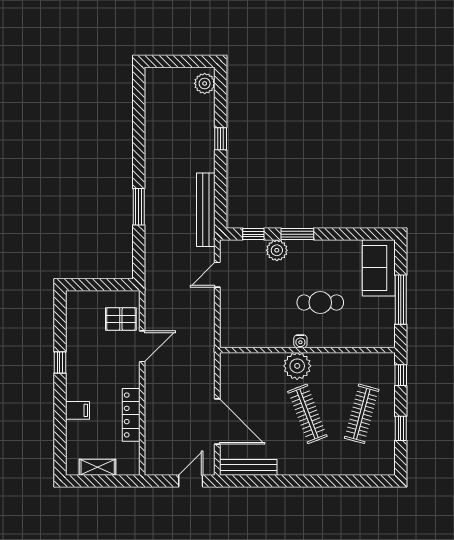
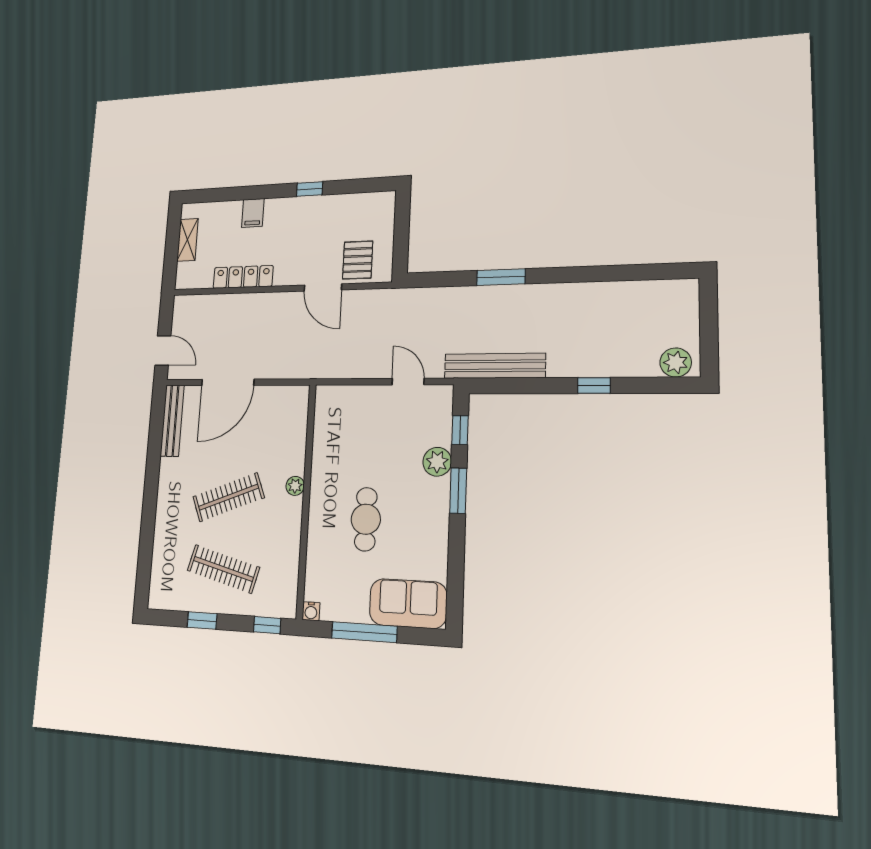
water cooler: (300, 341) -> (311, 611), moved, turned -90
plant: (297, 366) -> (295, 486), width x0.53, depth x0.53

